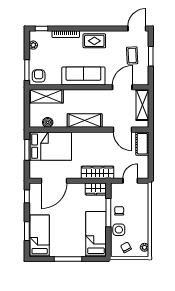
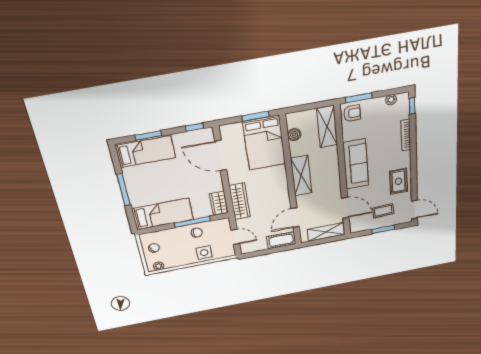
rug: (94, 41) -> (398, 181), moved
side table: (119, 230) -> (204, 253), moved

